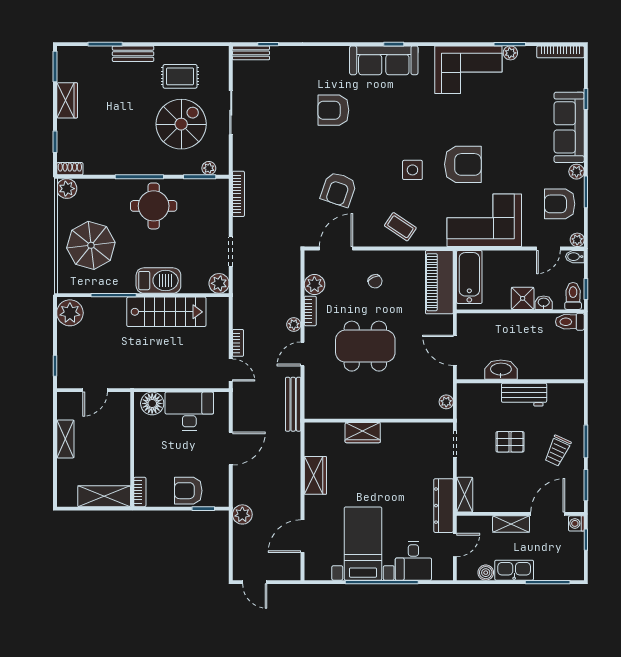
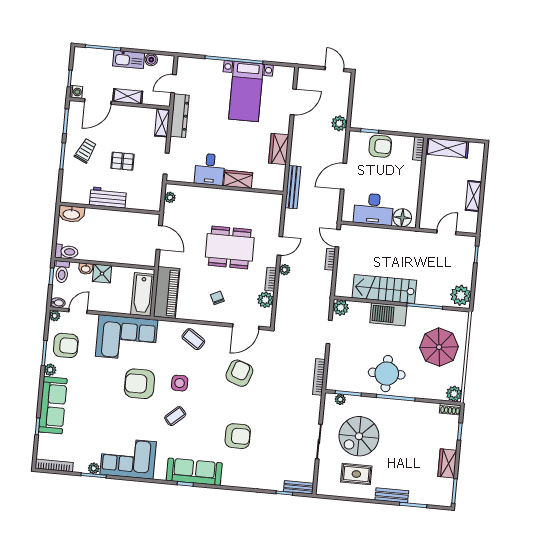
coffee table: (414, 128) -> (175, 416), added
washbasin: (501, 370) -> (71, 214), moved
bench: (293, 404) -> (293, 187), moved
desk: (413, 561) -> (210, 169), moved, turned 180

